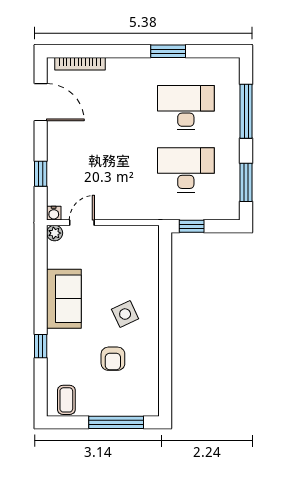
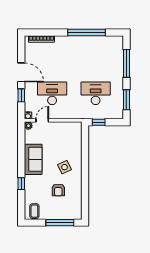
window: (168, 51) -> (87, 33), width x2.11
door: (41, 102) -> (21, 72), moved
desk: (186, 108) -> (52, 93), moved

